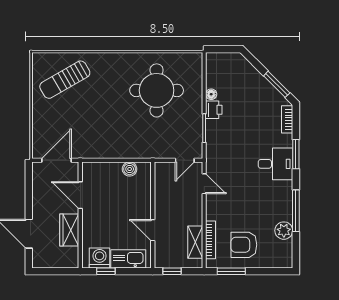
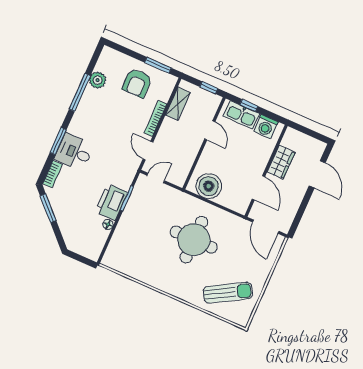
round table: (157, 90) -> (194, 240), moved
printer: (214, 110) -> (111, 202), width x1.87, depth x1.48
door: (56, 160) -> (266, 227), hinge flipped
desk: (275, 164) -> (74, 152), moved
boiler: (130, 169) -> (209, 186), width x1.86, depth x1.86
bookcase: (211, 240) -> (156, 118), moved
armchair: (244, 245) -> (137, 83), turned 90
window: (106, 271) -> (249, 105), moved

